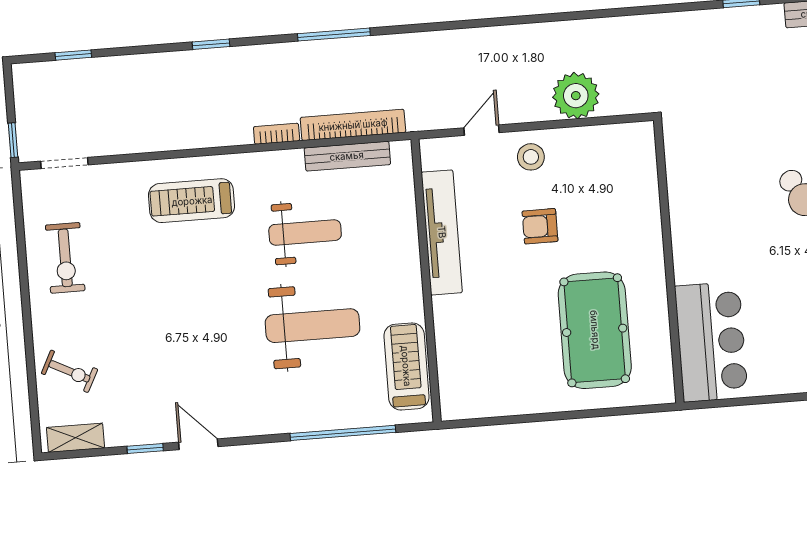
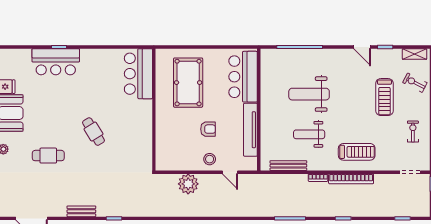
bookcase: (353, 125) -> (351, 179), moved
door: (481, 130) -> (230, 172), hinge flipped
exercise bike: (65, 258) -> (413, 132), width x0.73, depth x0.72
bar counter: (468, 354) -> (243, 77), added
treadmill: (406, 366) -> (384, 97), moved

